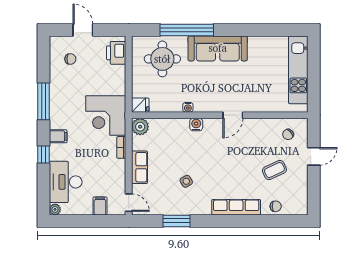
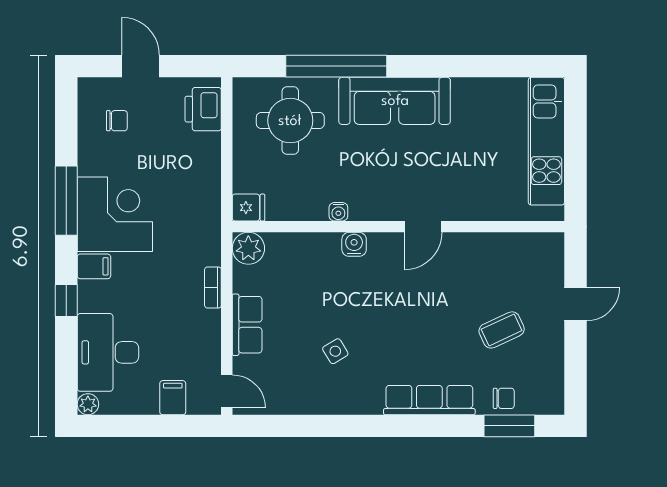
corner desk: (106, 115) -> (115, 214), moved, turned 180
chair: (288, 134) -> (527, 263), removed
window: (176, 221) -> (509, 426), moved

